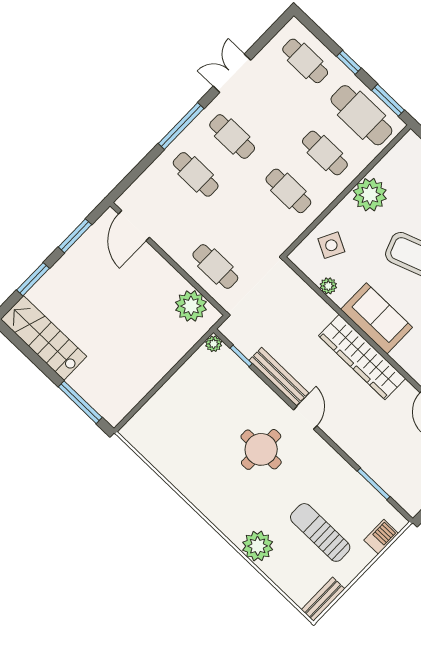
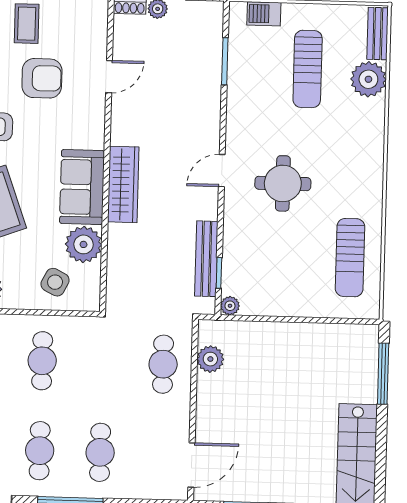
plant: (328, 286) -> (84, 244), width x1.88, depth x1.88
plant: (191, 306) -> (210, 359), width x0.73, depth x0.73
wardrobe: (362, 357) -> (123, 184), width x0.71, depth x0.85
bench: (279, 377) -> (206, 259), moved
sun lounger: (174, 449) -> (350, 258), added
plant: (258, 546) -> (368, 79), moved
bench: (323, 599) -> (378, 34), moved, turned 90

